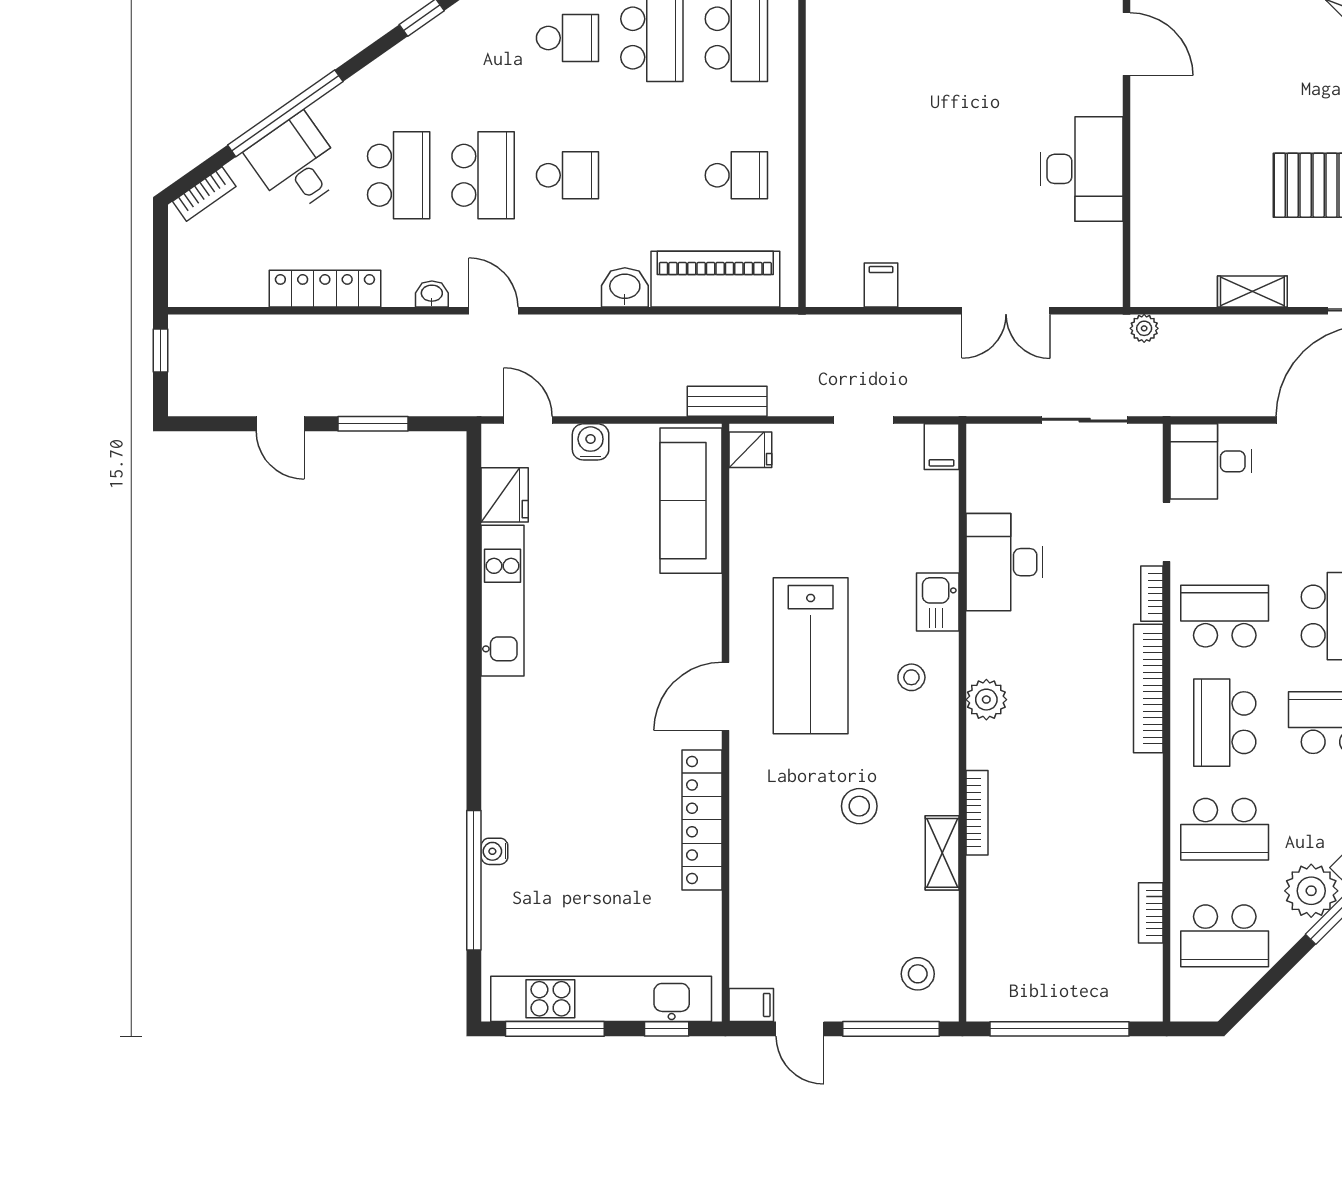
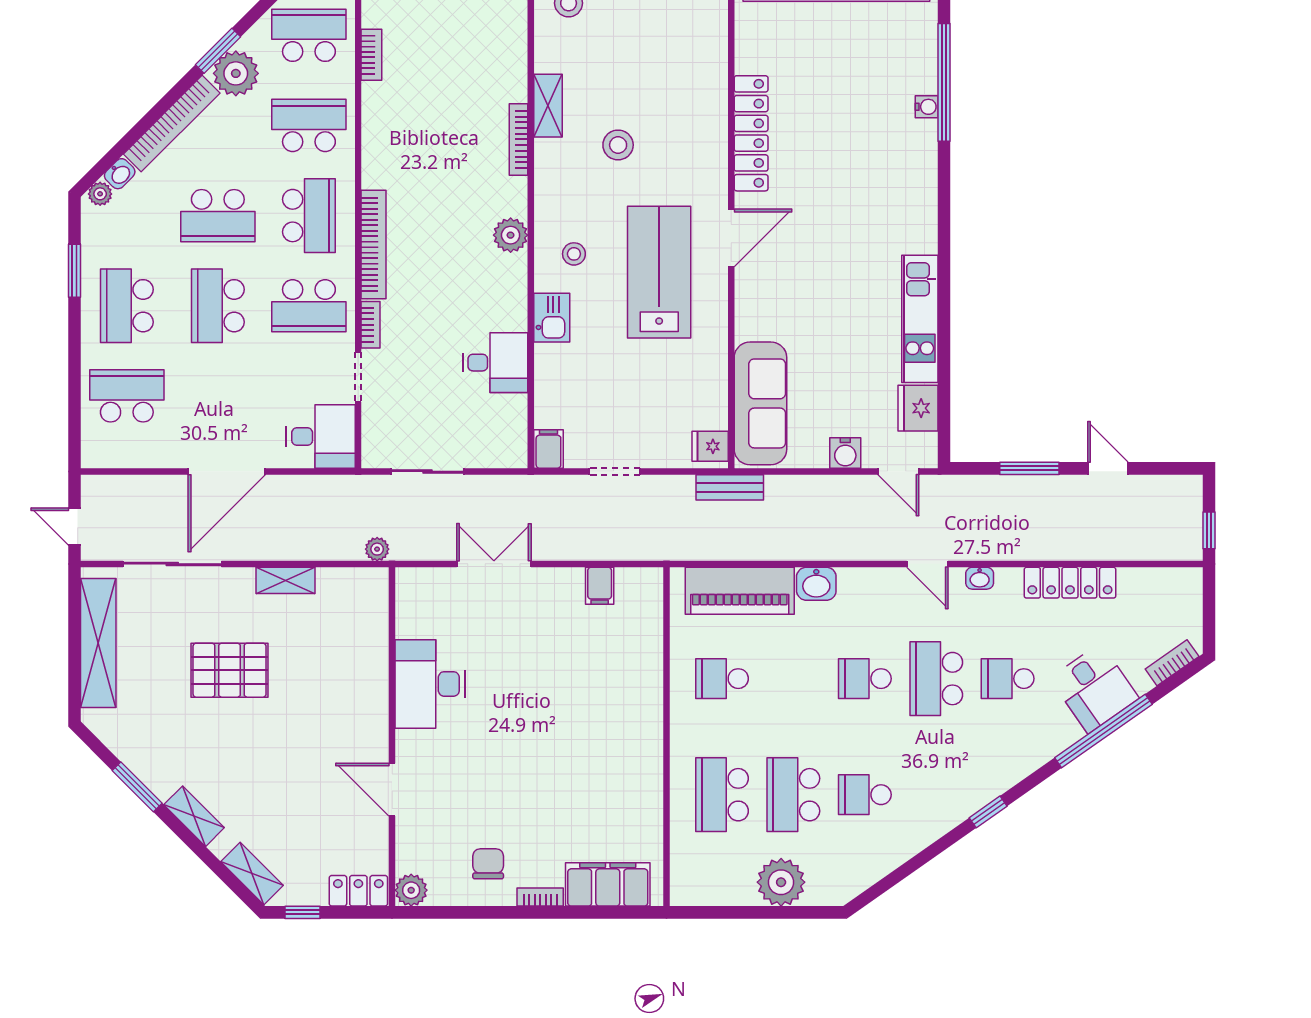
school desk: (399, 175) -> (1008, 679), width x0.54
desk: (1004, 562) -> (495, 363), width x0.73

